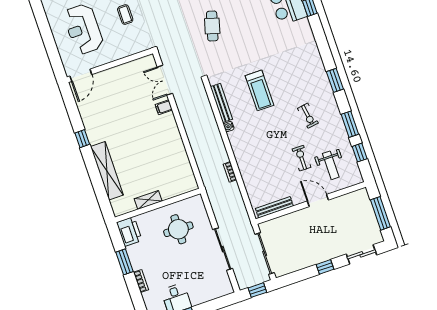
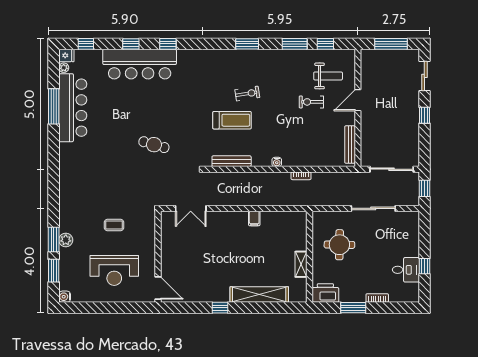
filing cabinet: (164, 107) -> (254, 219), moved
exercise bike: (308, 116) -> (247, 94), moved
water cooler: (229, 127) -> (277, 162), moved

